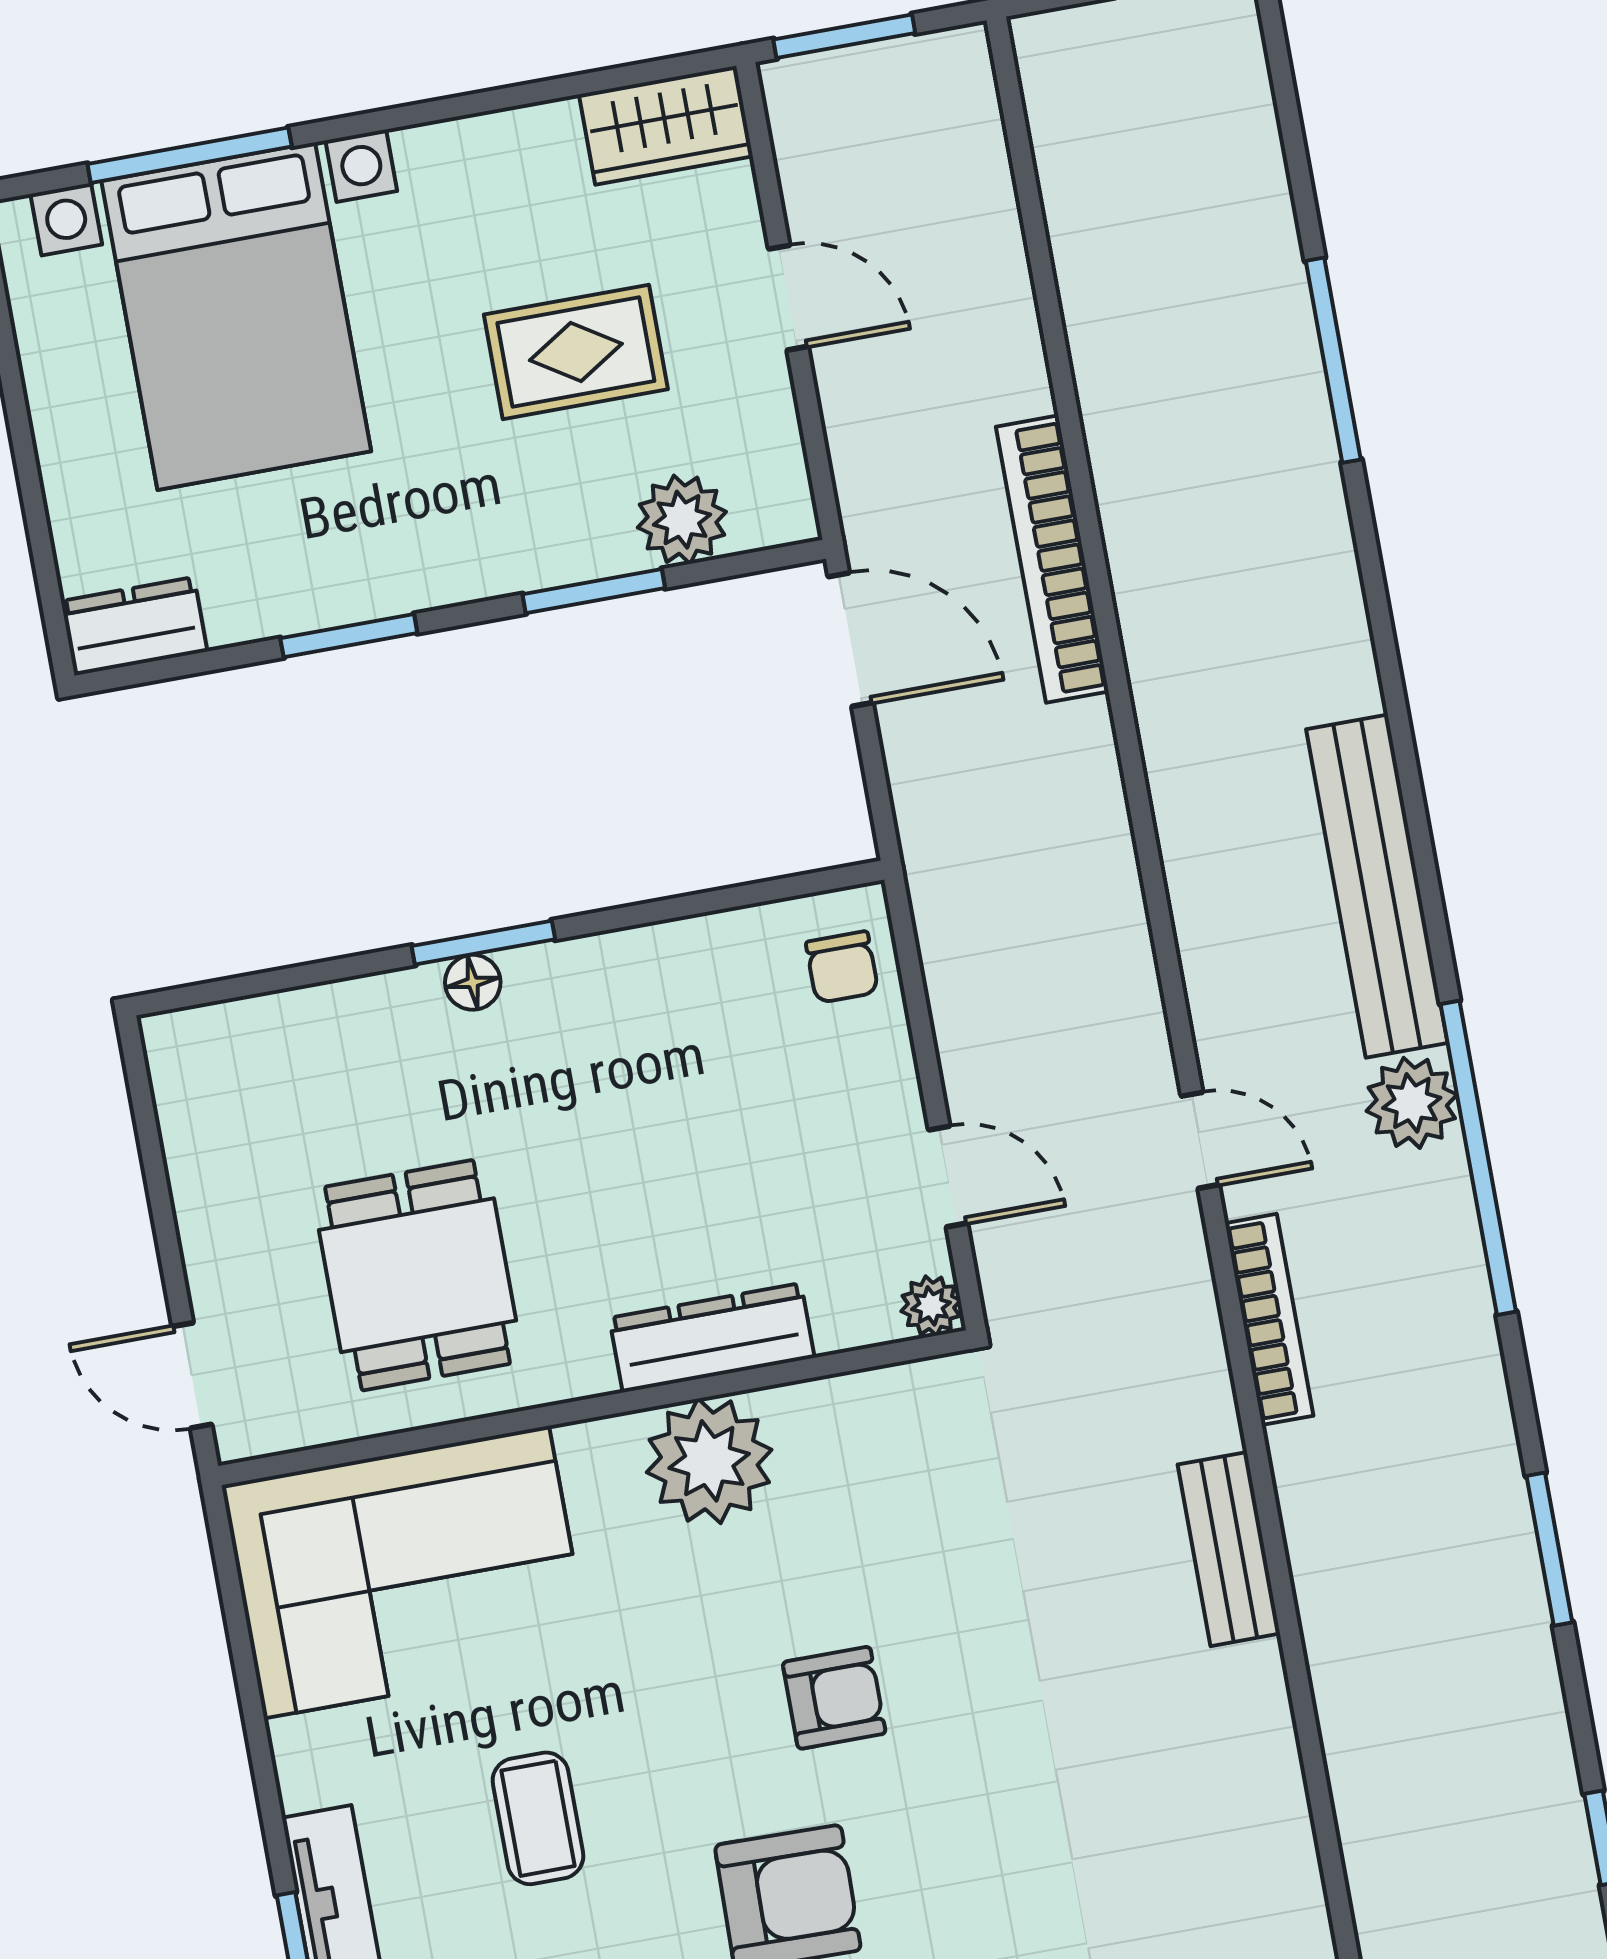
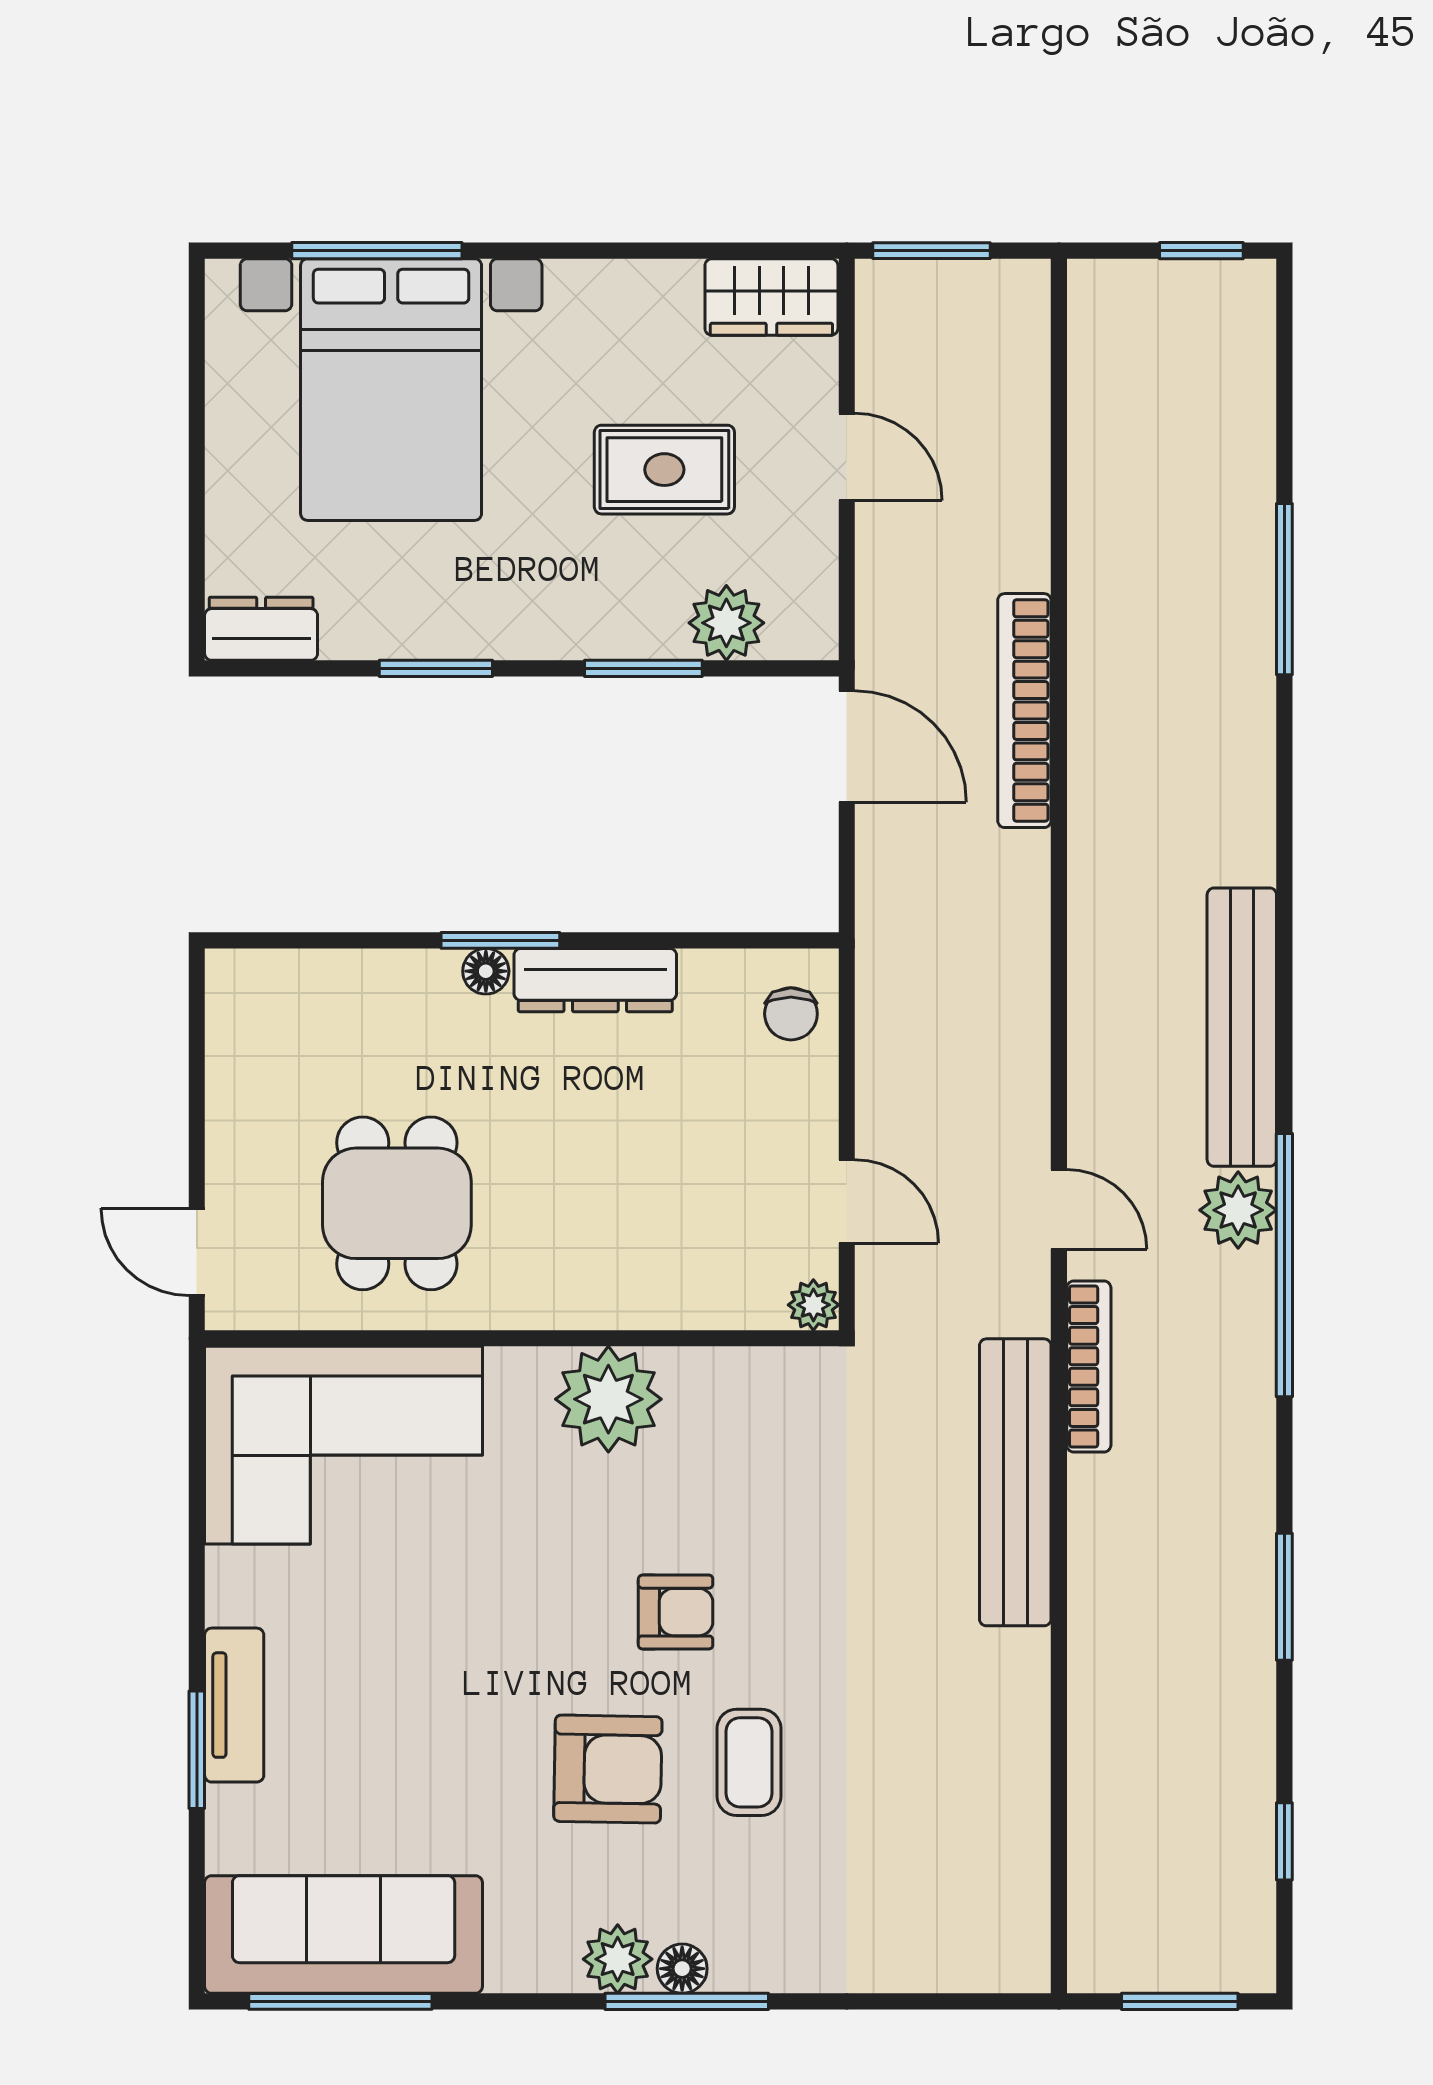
dresser: (712, 1338) -> (595, 980), moved, turned 180
bench: (1229, 1549) -> (1015, 1482), width x1.86, depth x1.21
coffee table: (538, 1818) -> (749, 1762), moved

